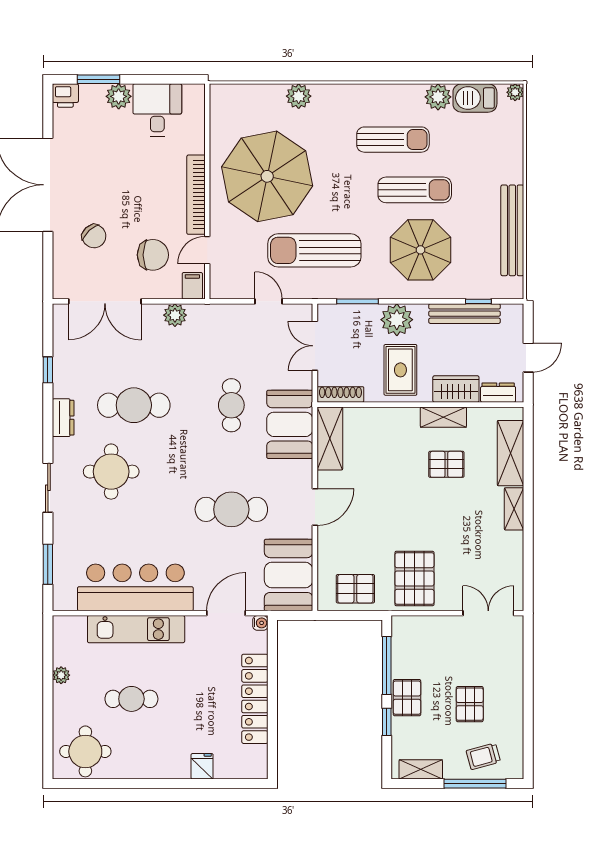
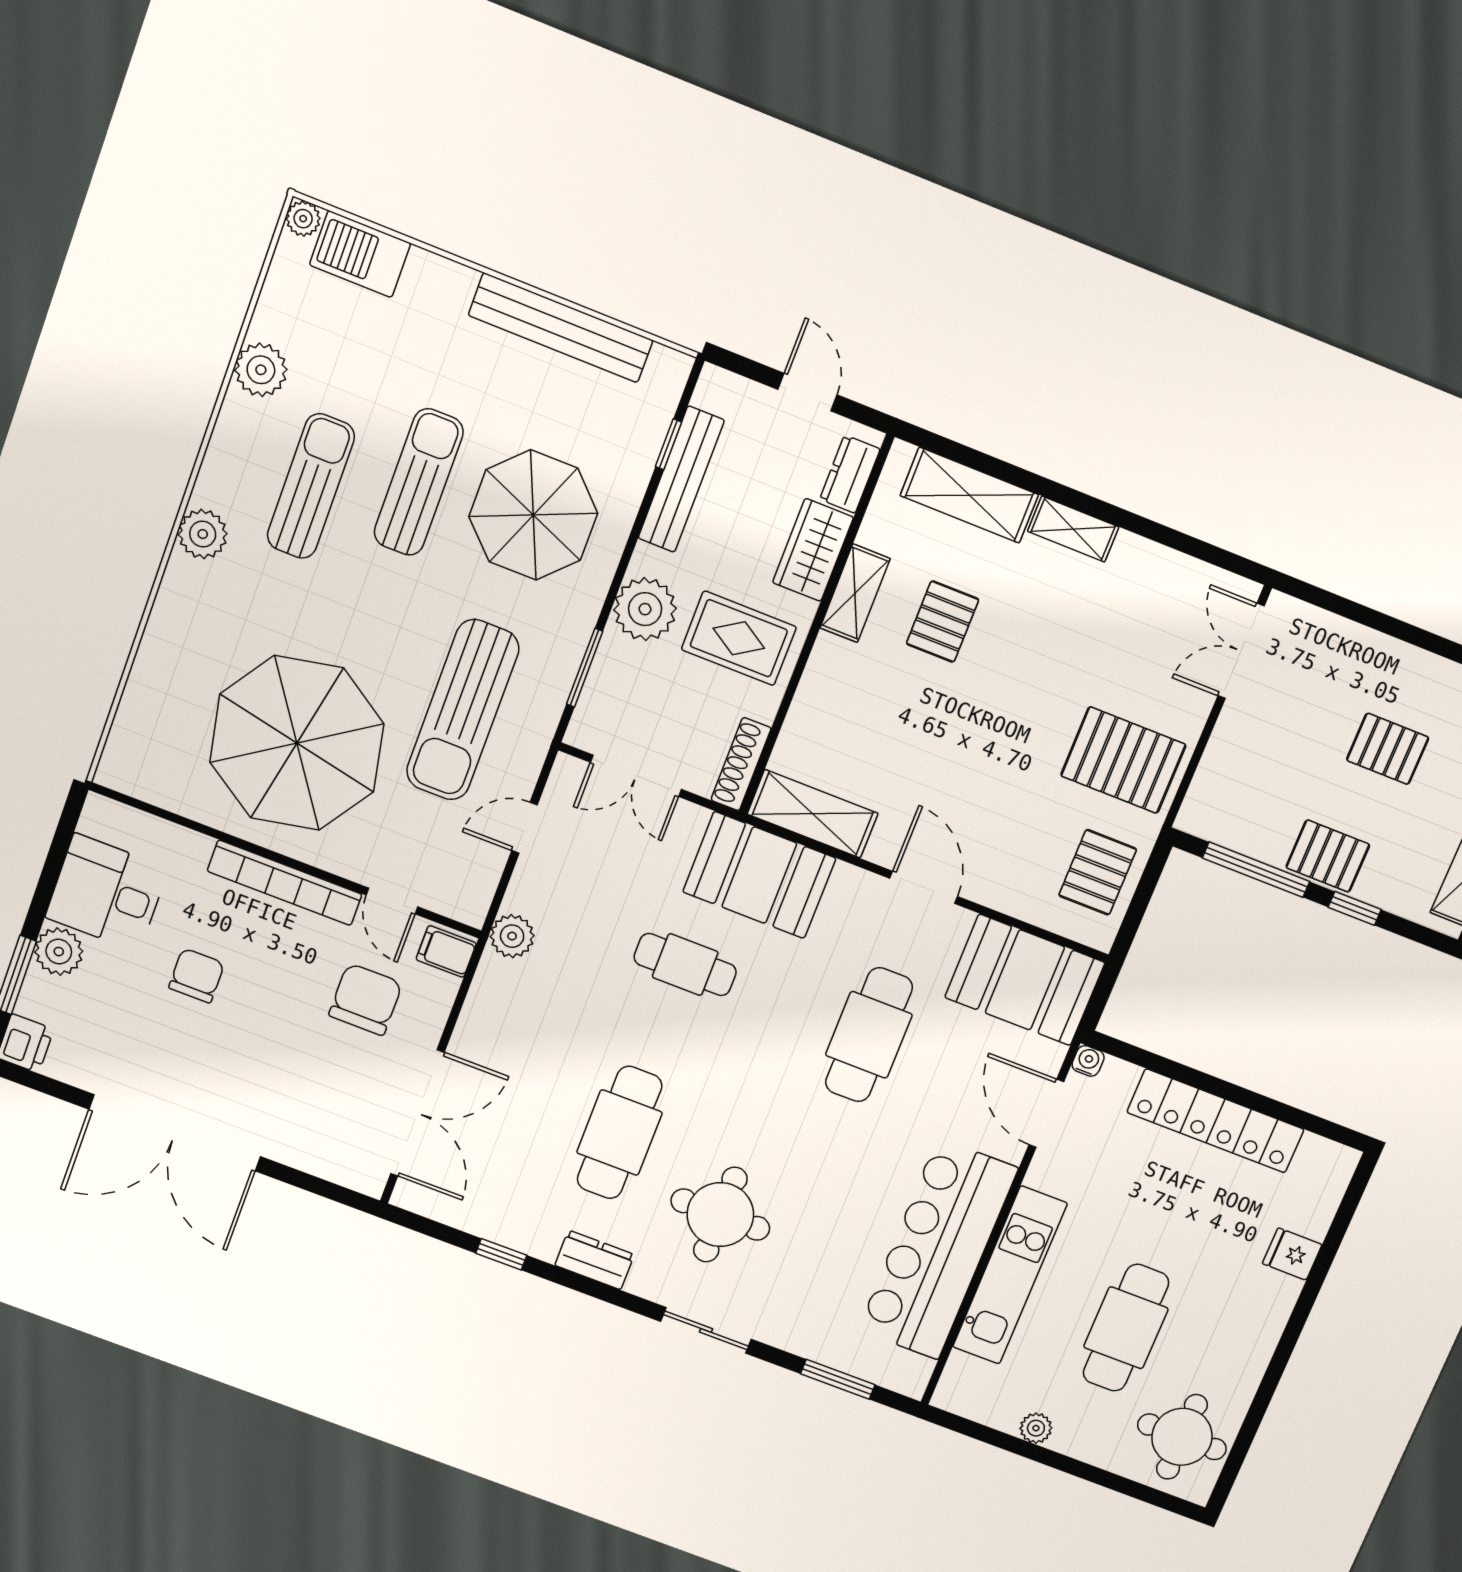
plant: (299, 96) -> (203, 534), moved
barbecue: (475, 98) -> (360, 254), moved, turned 90
chair: (94, 236) -> (197, 976), moved, turned -47
plant: (175, 315) -> (512, 936), moved
cafe table: (131, 699) -> (1126, 1328), width x1.37, depth x1.35

